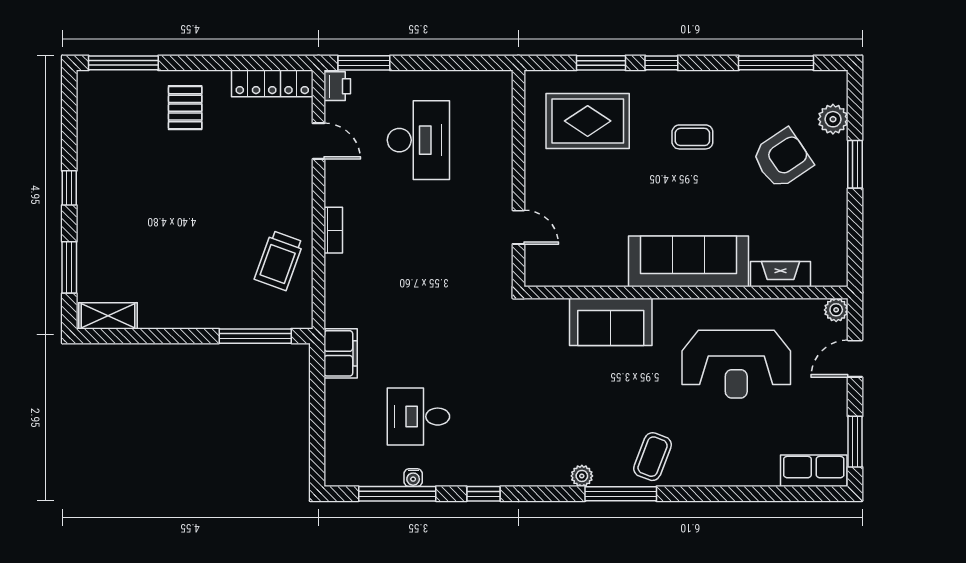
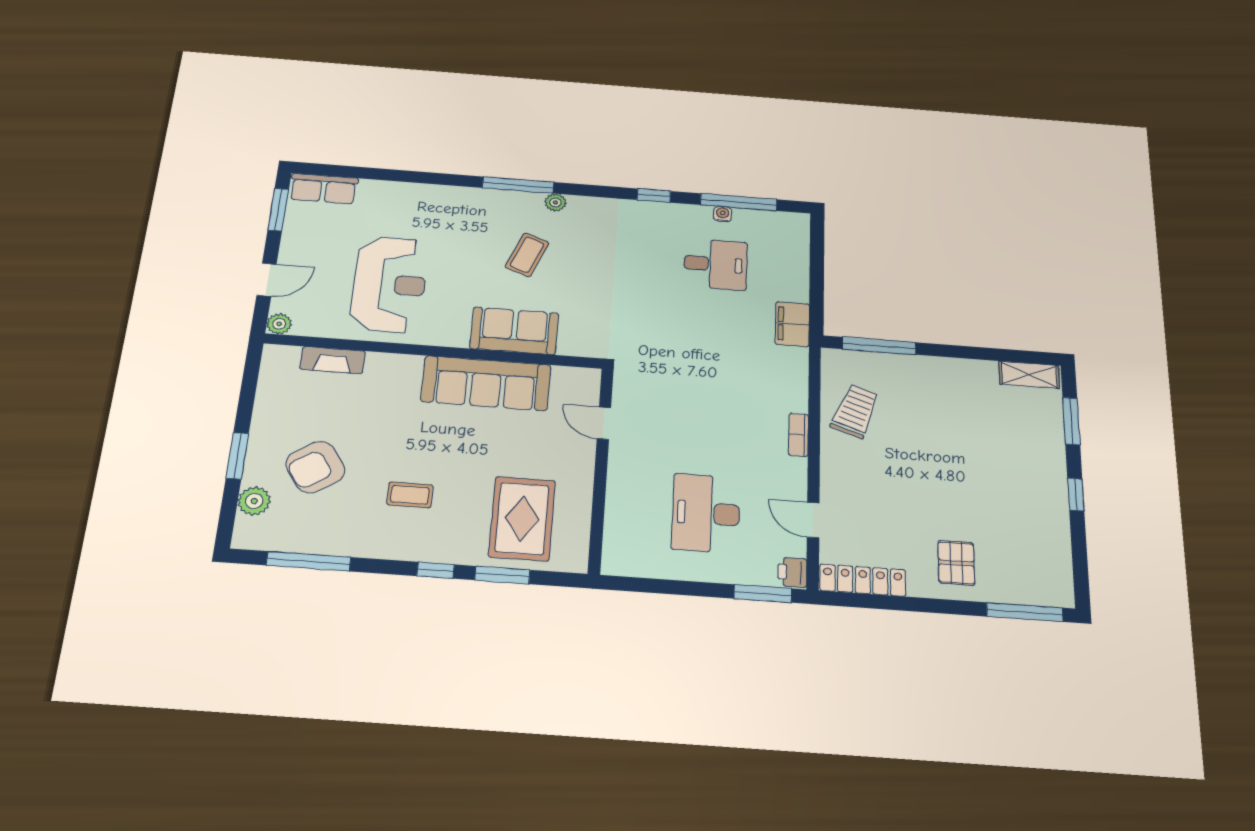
rug: (588, 121) -> (522, 519), turned 90
sofa: (688, 261) -> (486, 383), moved
reception desk: (736, 364) -> (389, 284), turned 90
coffee table: (653, 457) -> (527, 255), moved

